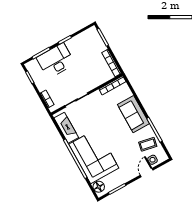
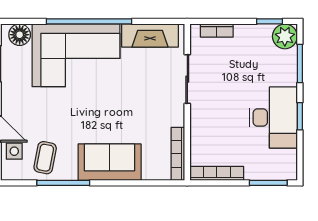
desk: (56, 61) -> (273, 118), moved
plant: (33, 67) -> (285, 36), added

